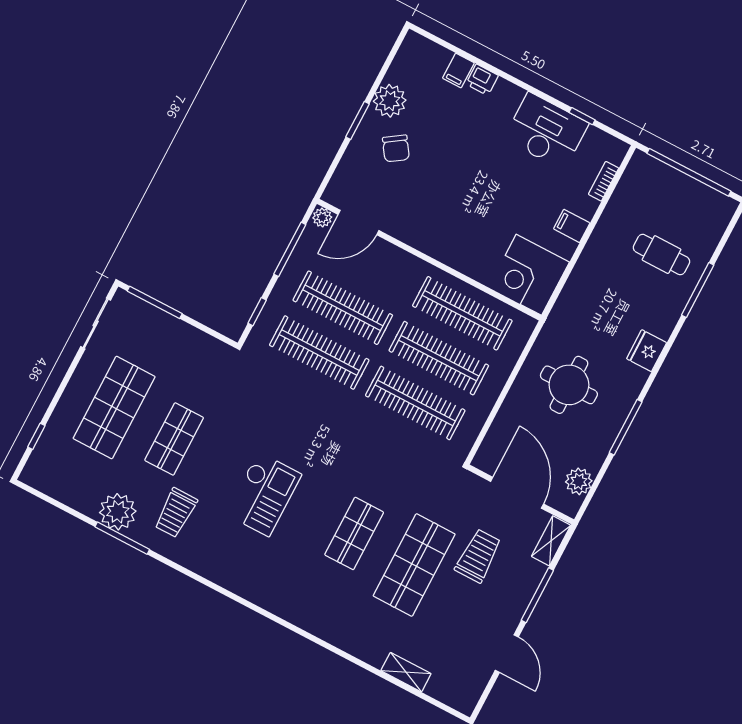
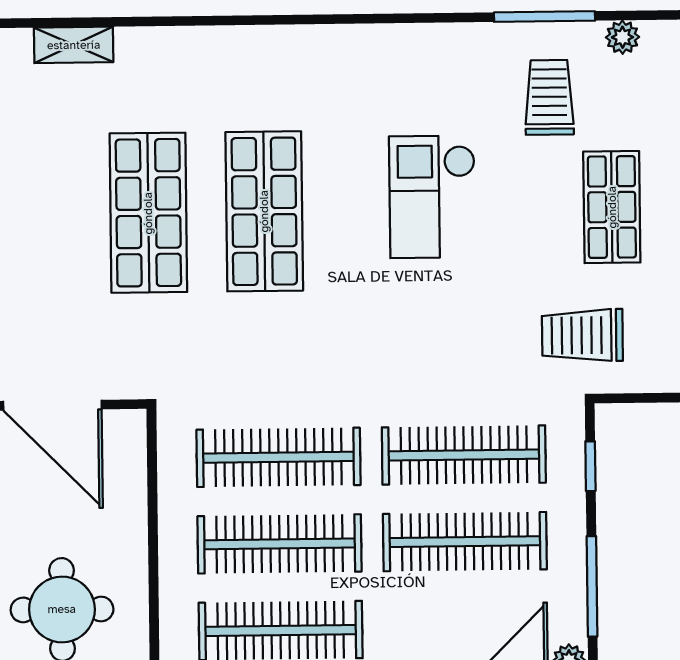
plant: (118, 512) -> (622, 37), width x0.53, depth x0.53
shop shelf: (354, 533) -> (264, 211), width x1.43, depth x1.36
window: (122, 538) -> (544, 17), moved
trolley: (478, 556) -> (582, 335), moved, turned 90

